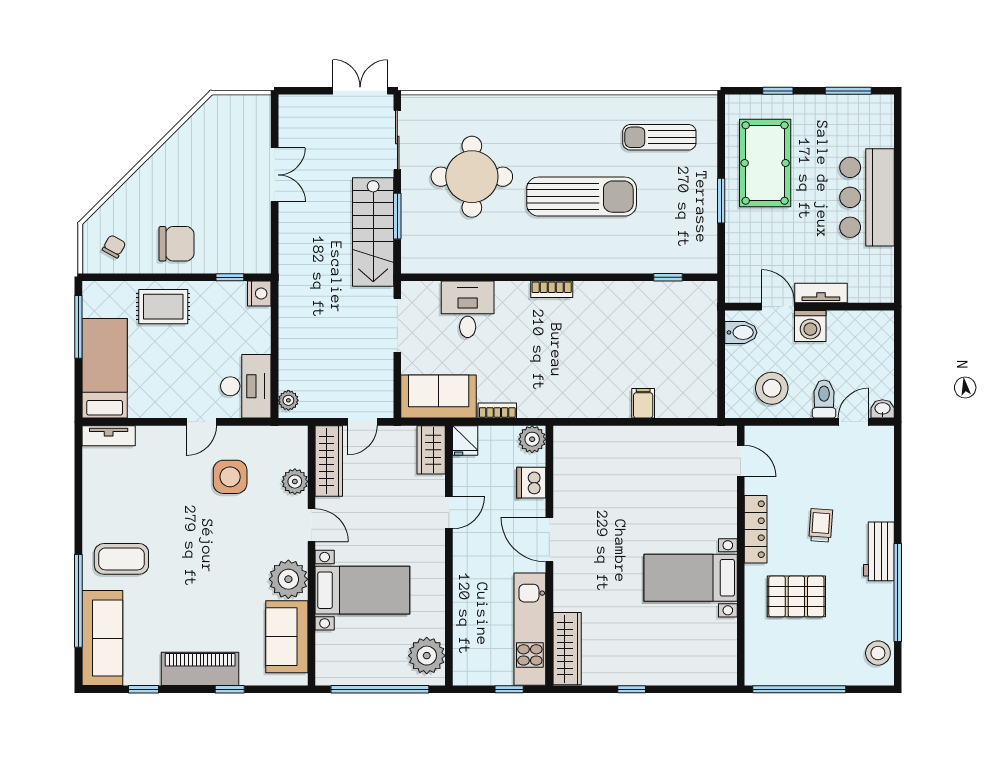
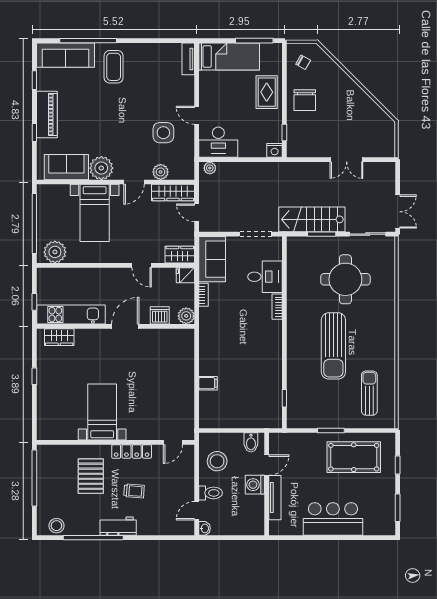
bookcase: (552, 289) -> (277, 307), moved
tv unit: (821, 293) -> (275, 498), width x1.41
door: (853, 422) -> (197, 511), swing flipped
wardrobe: (567, 649) -> (59, 337), width x0.67

